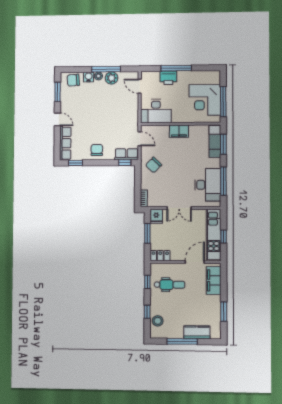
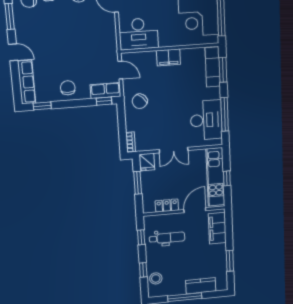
locker: (160, 256) -> (167, 206), moved

